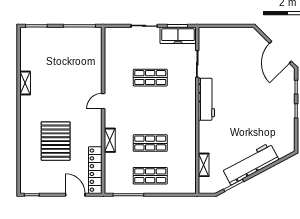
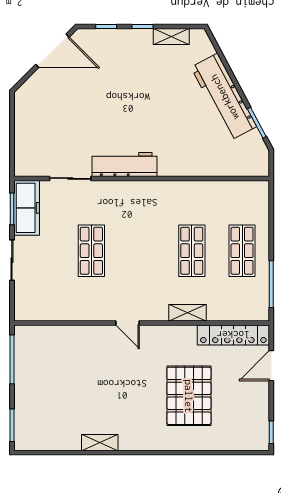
pallet: (56, 141) -> (189, 396), turned 90
shelving: (204, 165) -> (171, 37), moved

